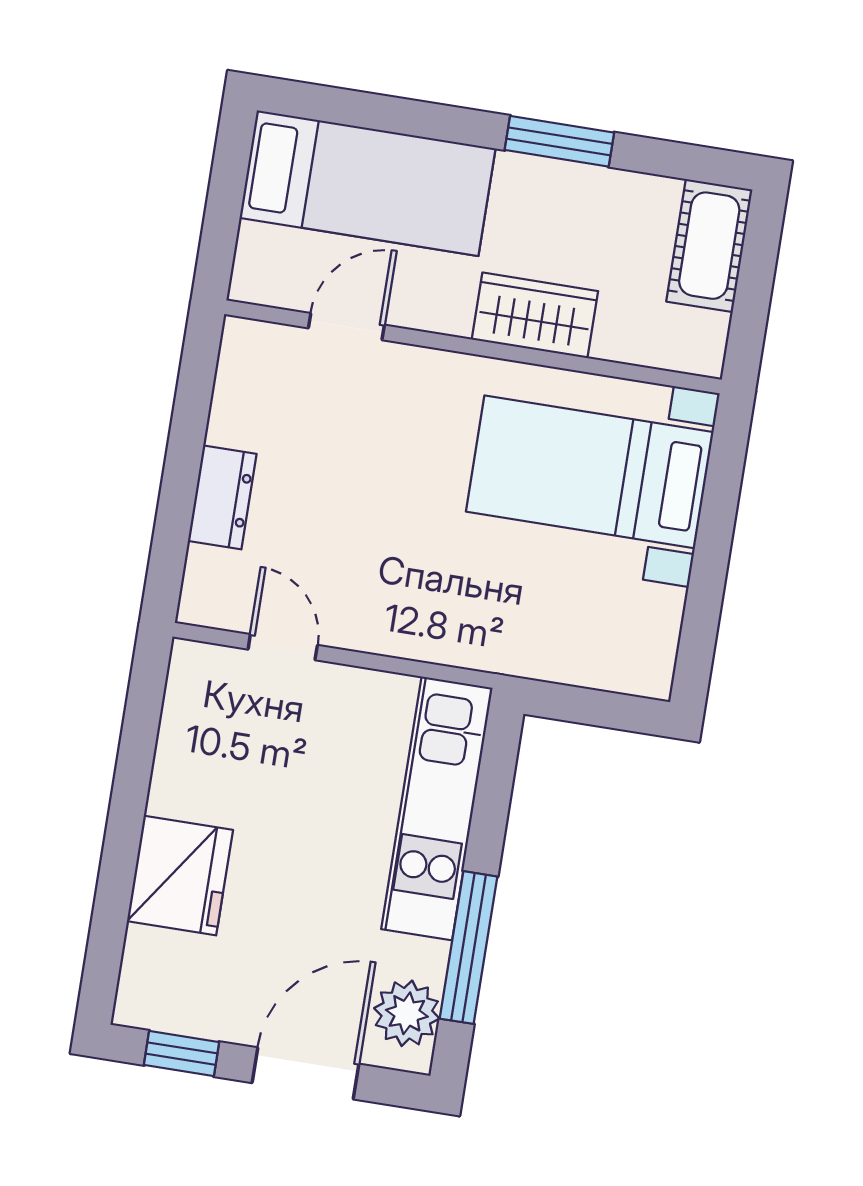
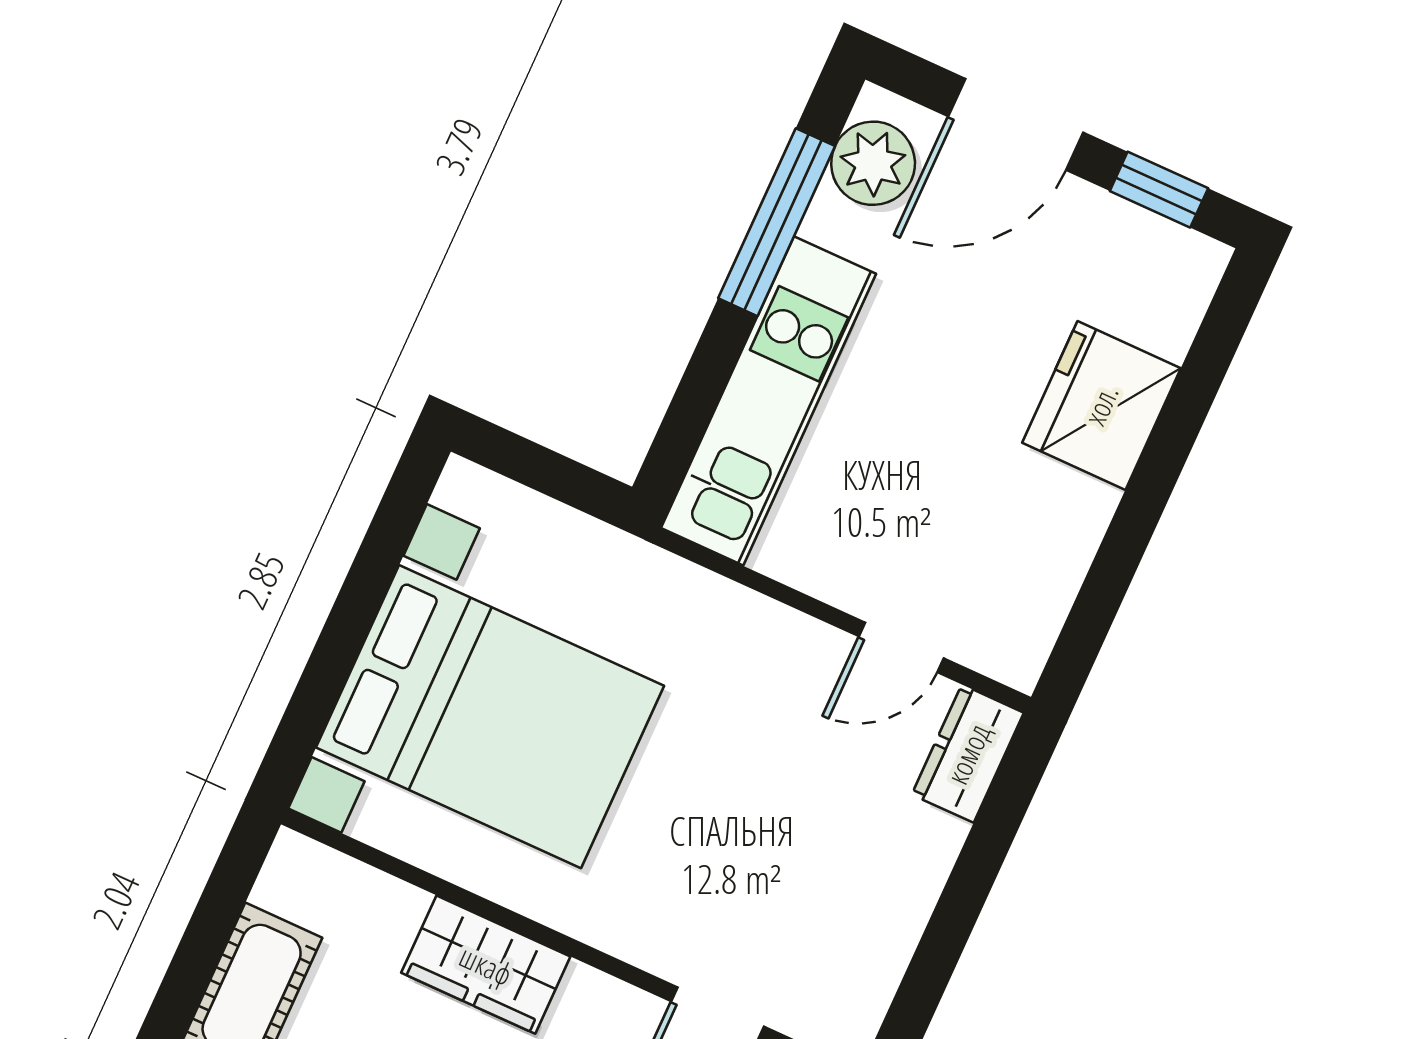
bed with nightstands: (590, 472) -> (490, 717), width x1.36
dresser: (222, 497) -> (968, 754), moved
door: (283, 647) -> (901, 647), hinge flipped

